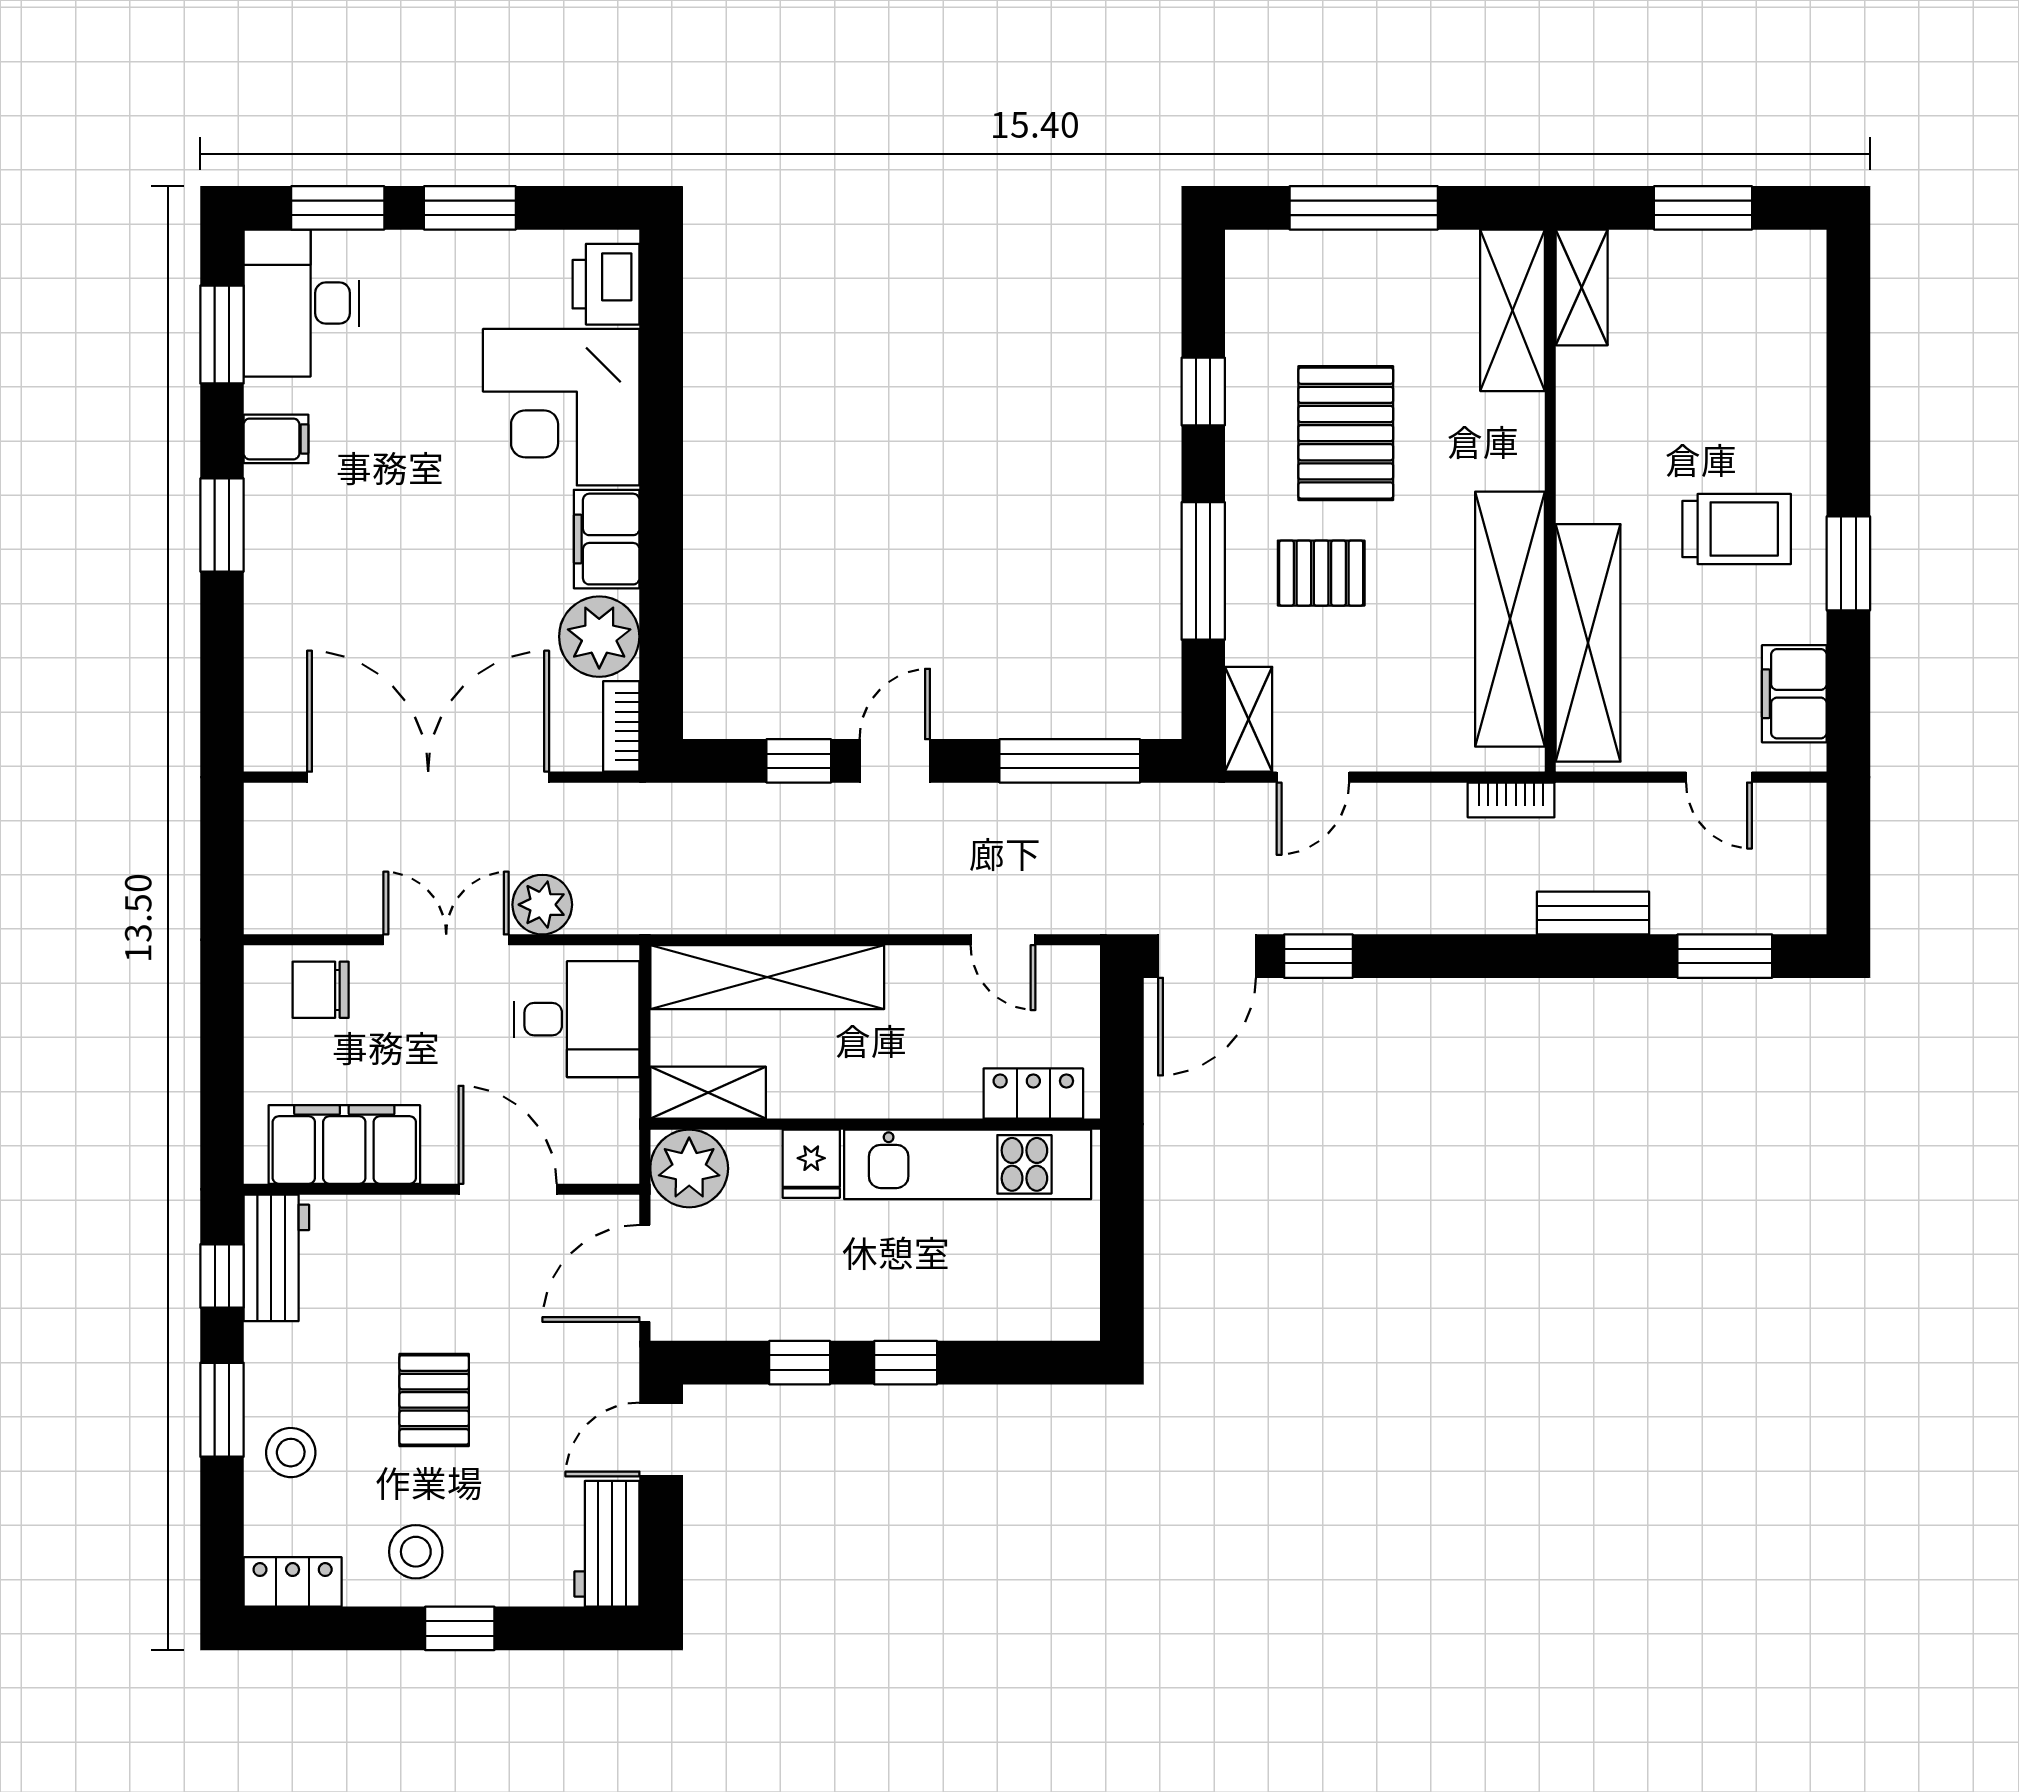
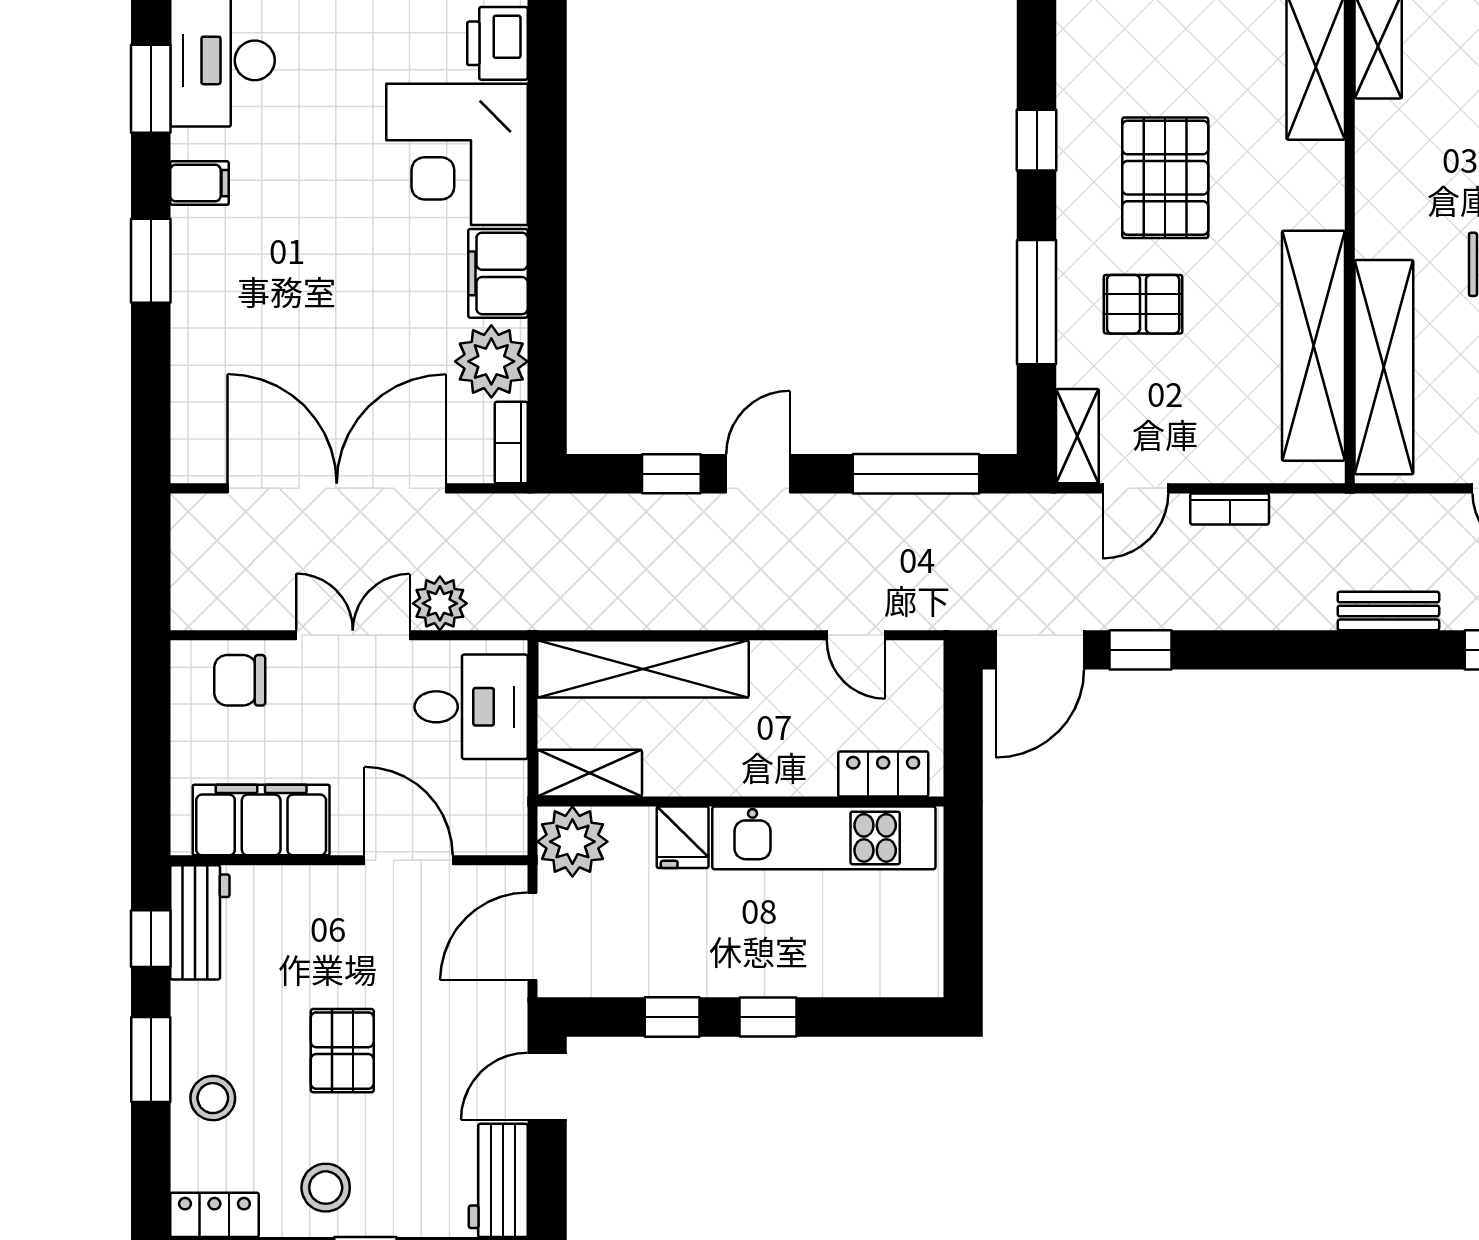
bookcase: (1511, 800) -> (1230, 509), moved

